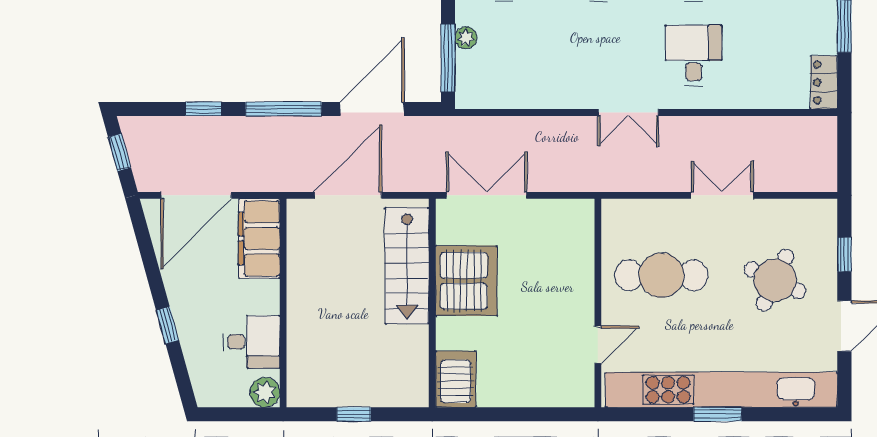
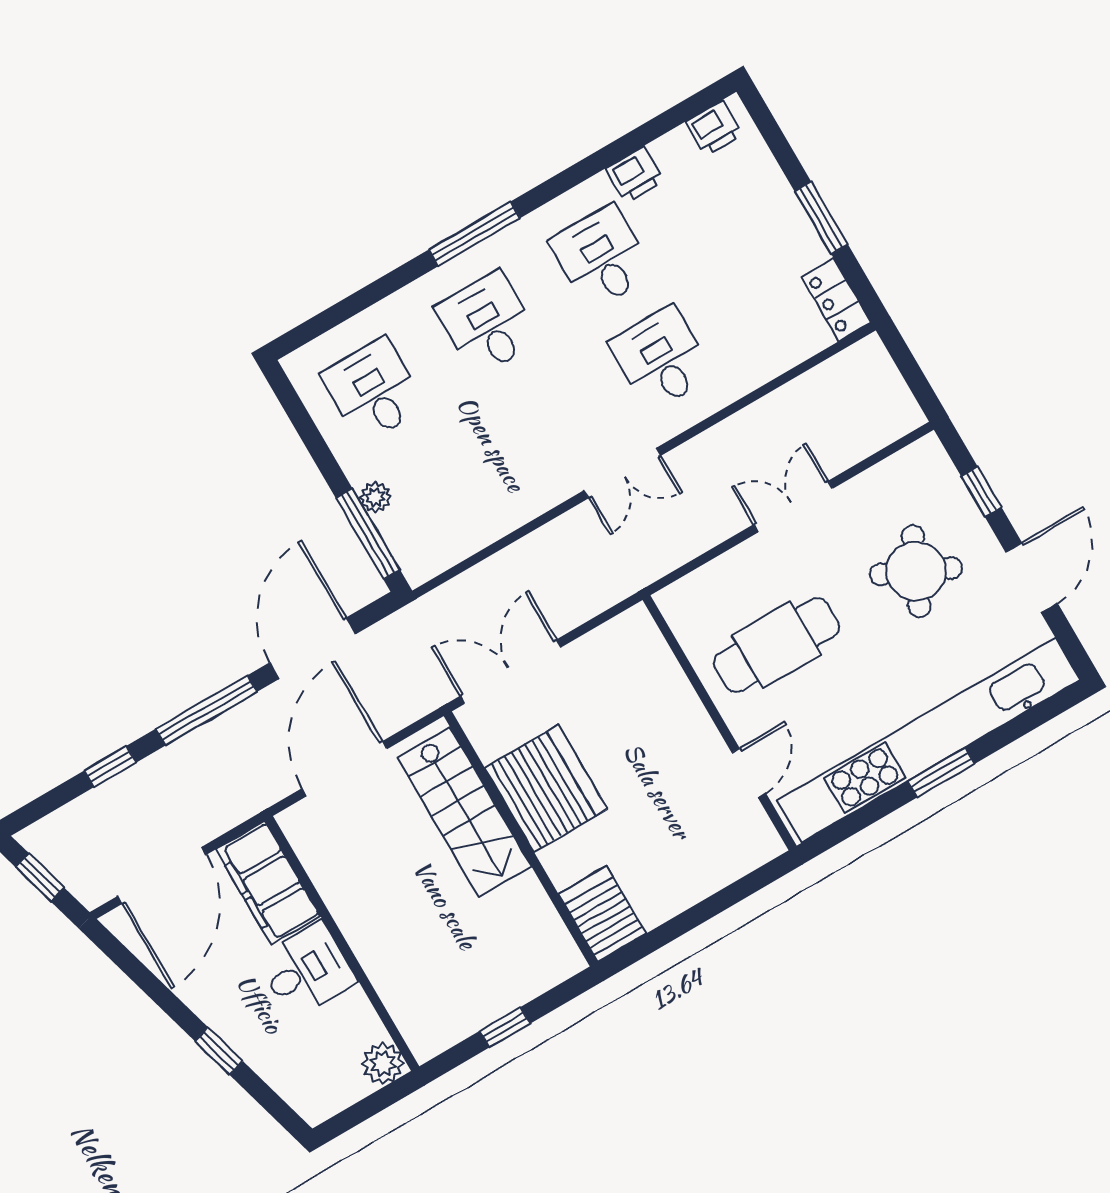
desk: (252, 342) -> (307, 970), moved

